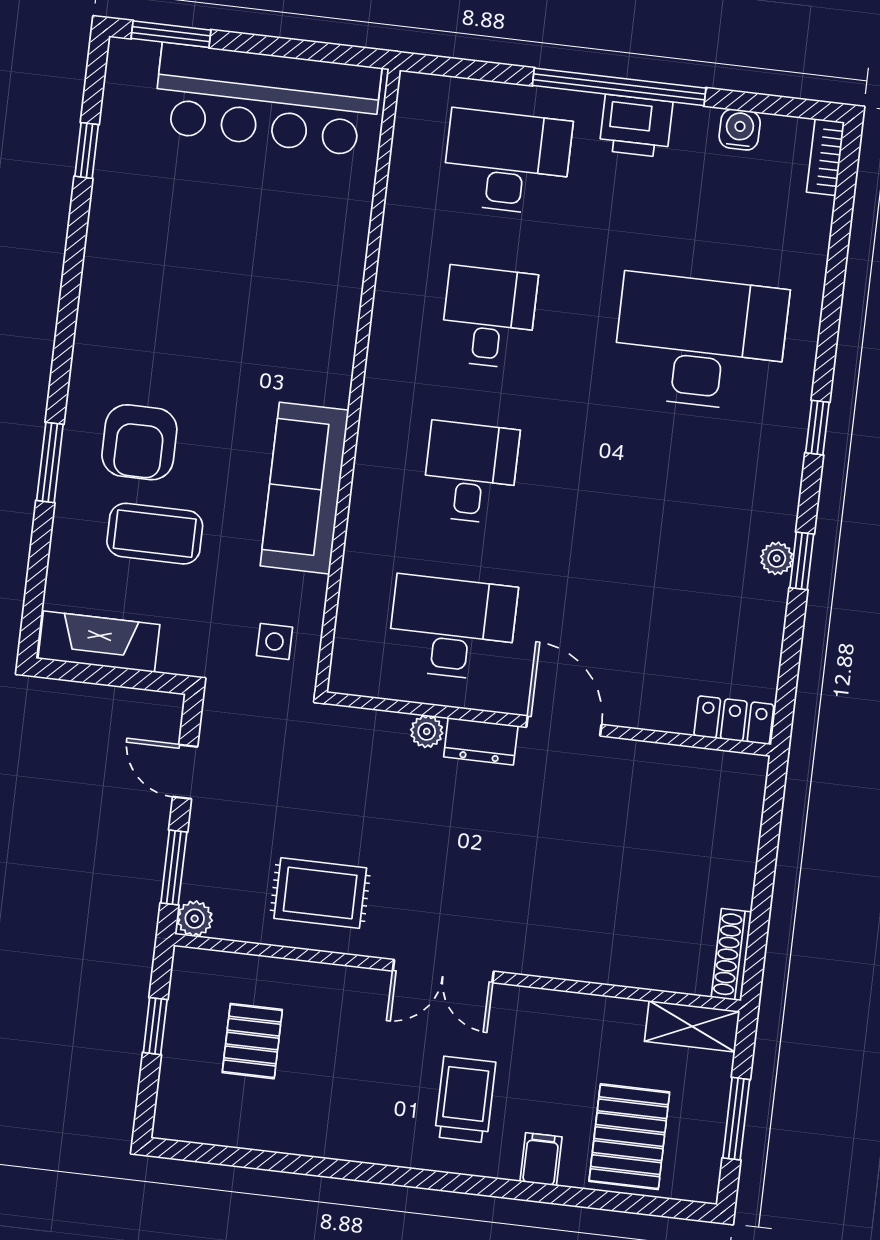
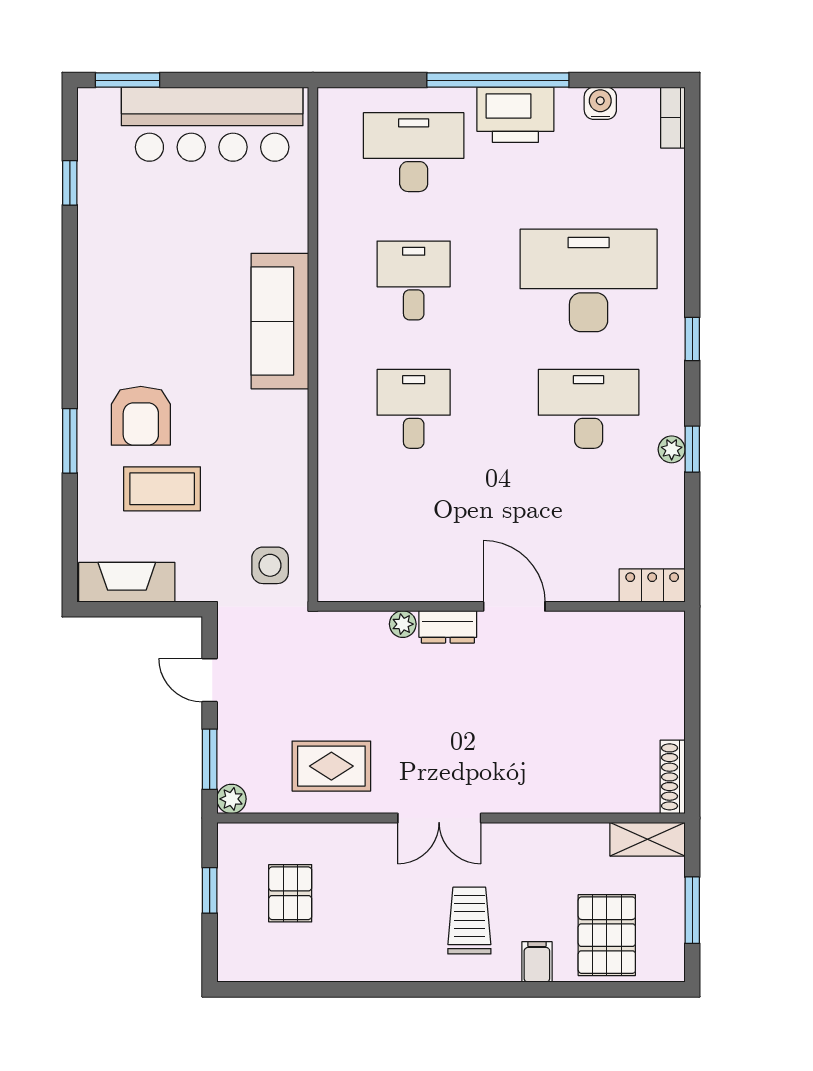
printer: (636, 126) -> (515, 115), width x1.37, depth x1.19
sofa: (304, 488) -> (280, 321), moved
desk: (452, 628) -> (589, 409), moved
side table: (275, 641) -> (270, 565), width x1.37, depth x1.37

